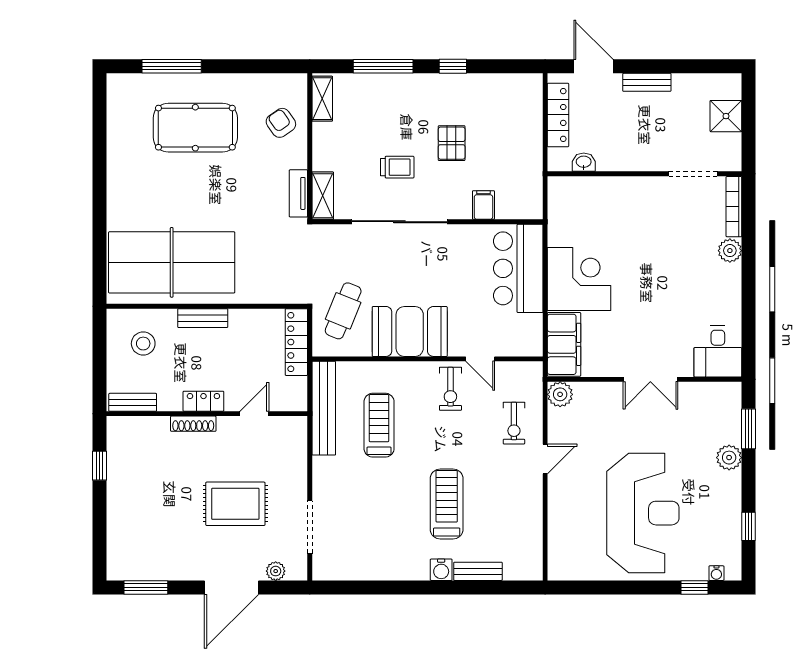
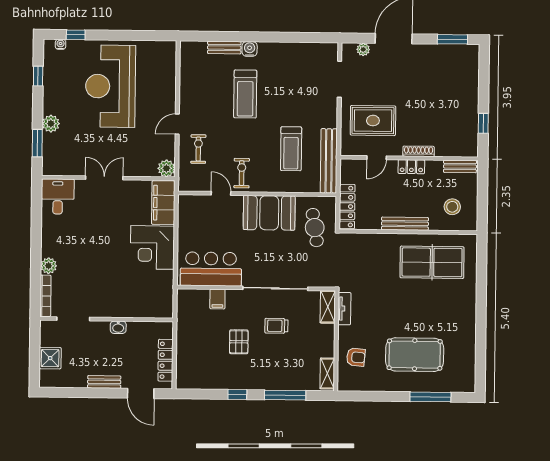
armchair: (281, 123) -> (356, 357), turned -50
washbasin: (584, 162) -> (118, 327), moved
table tennis table: (172, 262) -> (432, 262), width x0.73, depth x0.76
bar counter: (518, 268) -> (211, 269), moved, turned -90
cafe table: (343, 311) -> (315, 228), turned -31
bench: (203, 318) -> (405, 224), width x1.36
rug: (235, 504) -> (373, 121), moved

